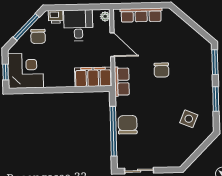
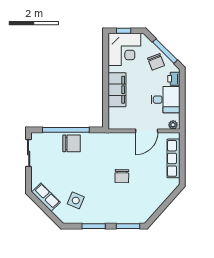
chair: (38, 36) -> (156, 62), turned -111
chair: (161, 70) -> (122, 176), turned -89
filing cabinet: (93, 77) -> (117, 90), moved
row of seats: (122, 82) -> (46, 197), moved, turned -135

